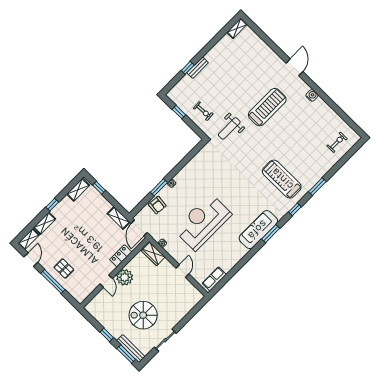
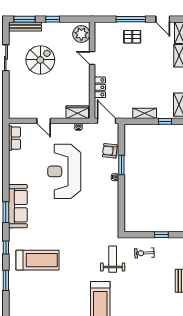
shelving: (119, 218) -> (145, 113), moved
reception desk: (203, 222) -> (64, 171), turned 180
plant: (125, 277) -> (81, 34), moved

